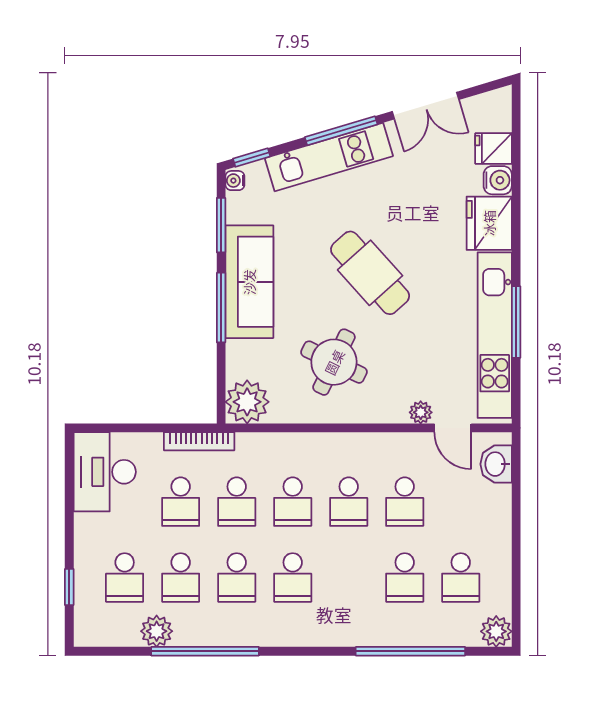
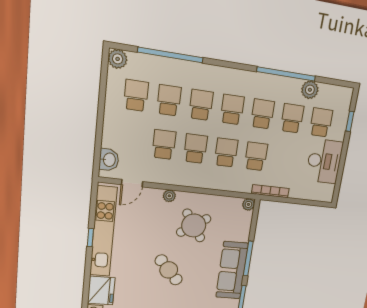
cafe table: (370, 273) -> (169, 270), width x0.73, depth x0.74
window: (516, 322) -> (90, 238), width x0.46
round table: (334, 362) -> (194, 225), turned 30
plant: (247, 402) -> (248, 204), width x0.53, depth x0.53
plant: (421, 412) -> (169, 196), moved
door: (453, 428) -> (132, 183), swing flipped
desk: (105, 472) -> (324, 161), moved
school desk: (181, 502) -> (201, 105), moved

